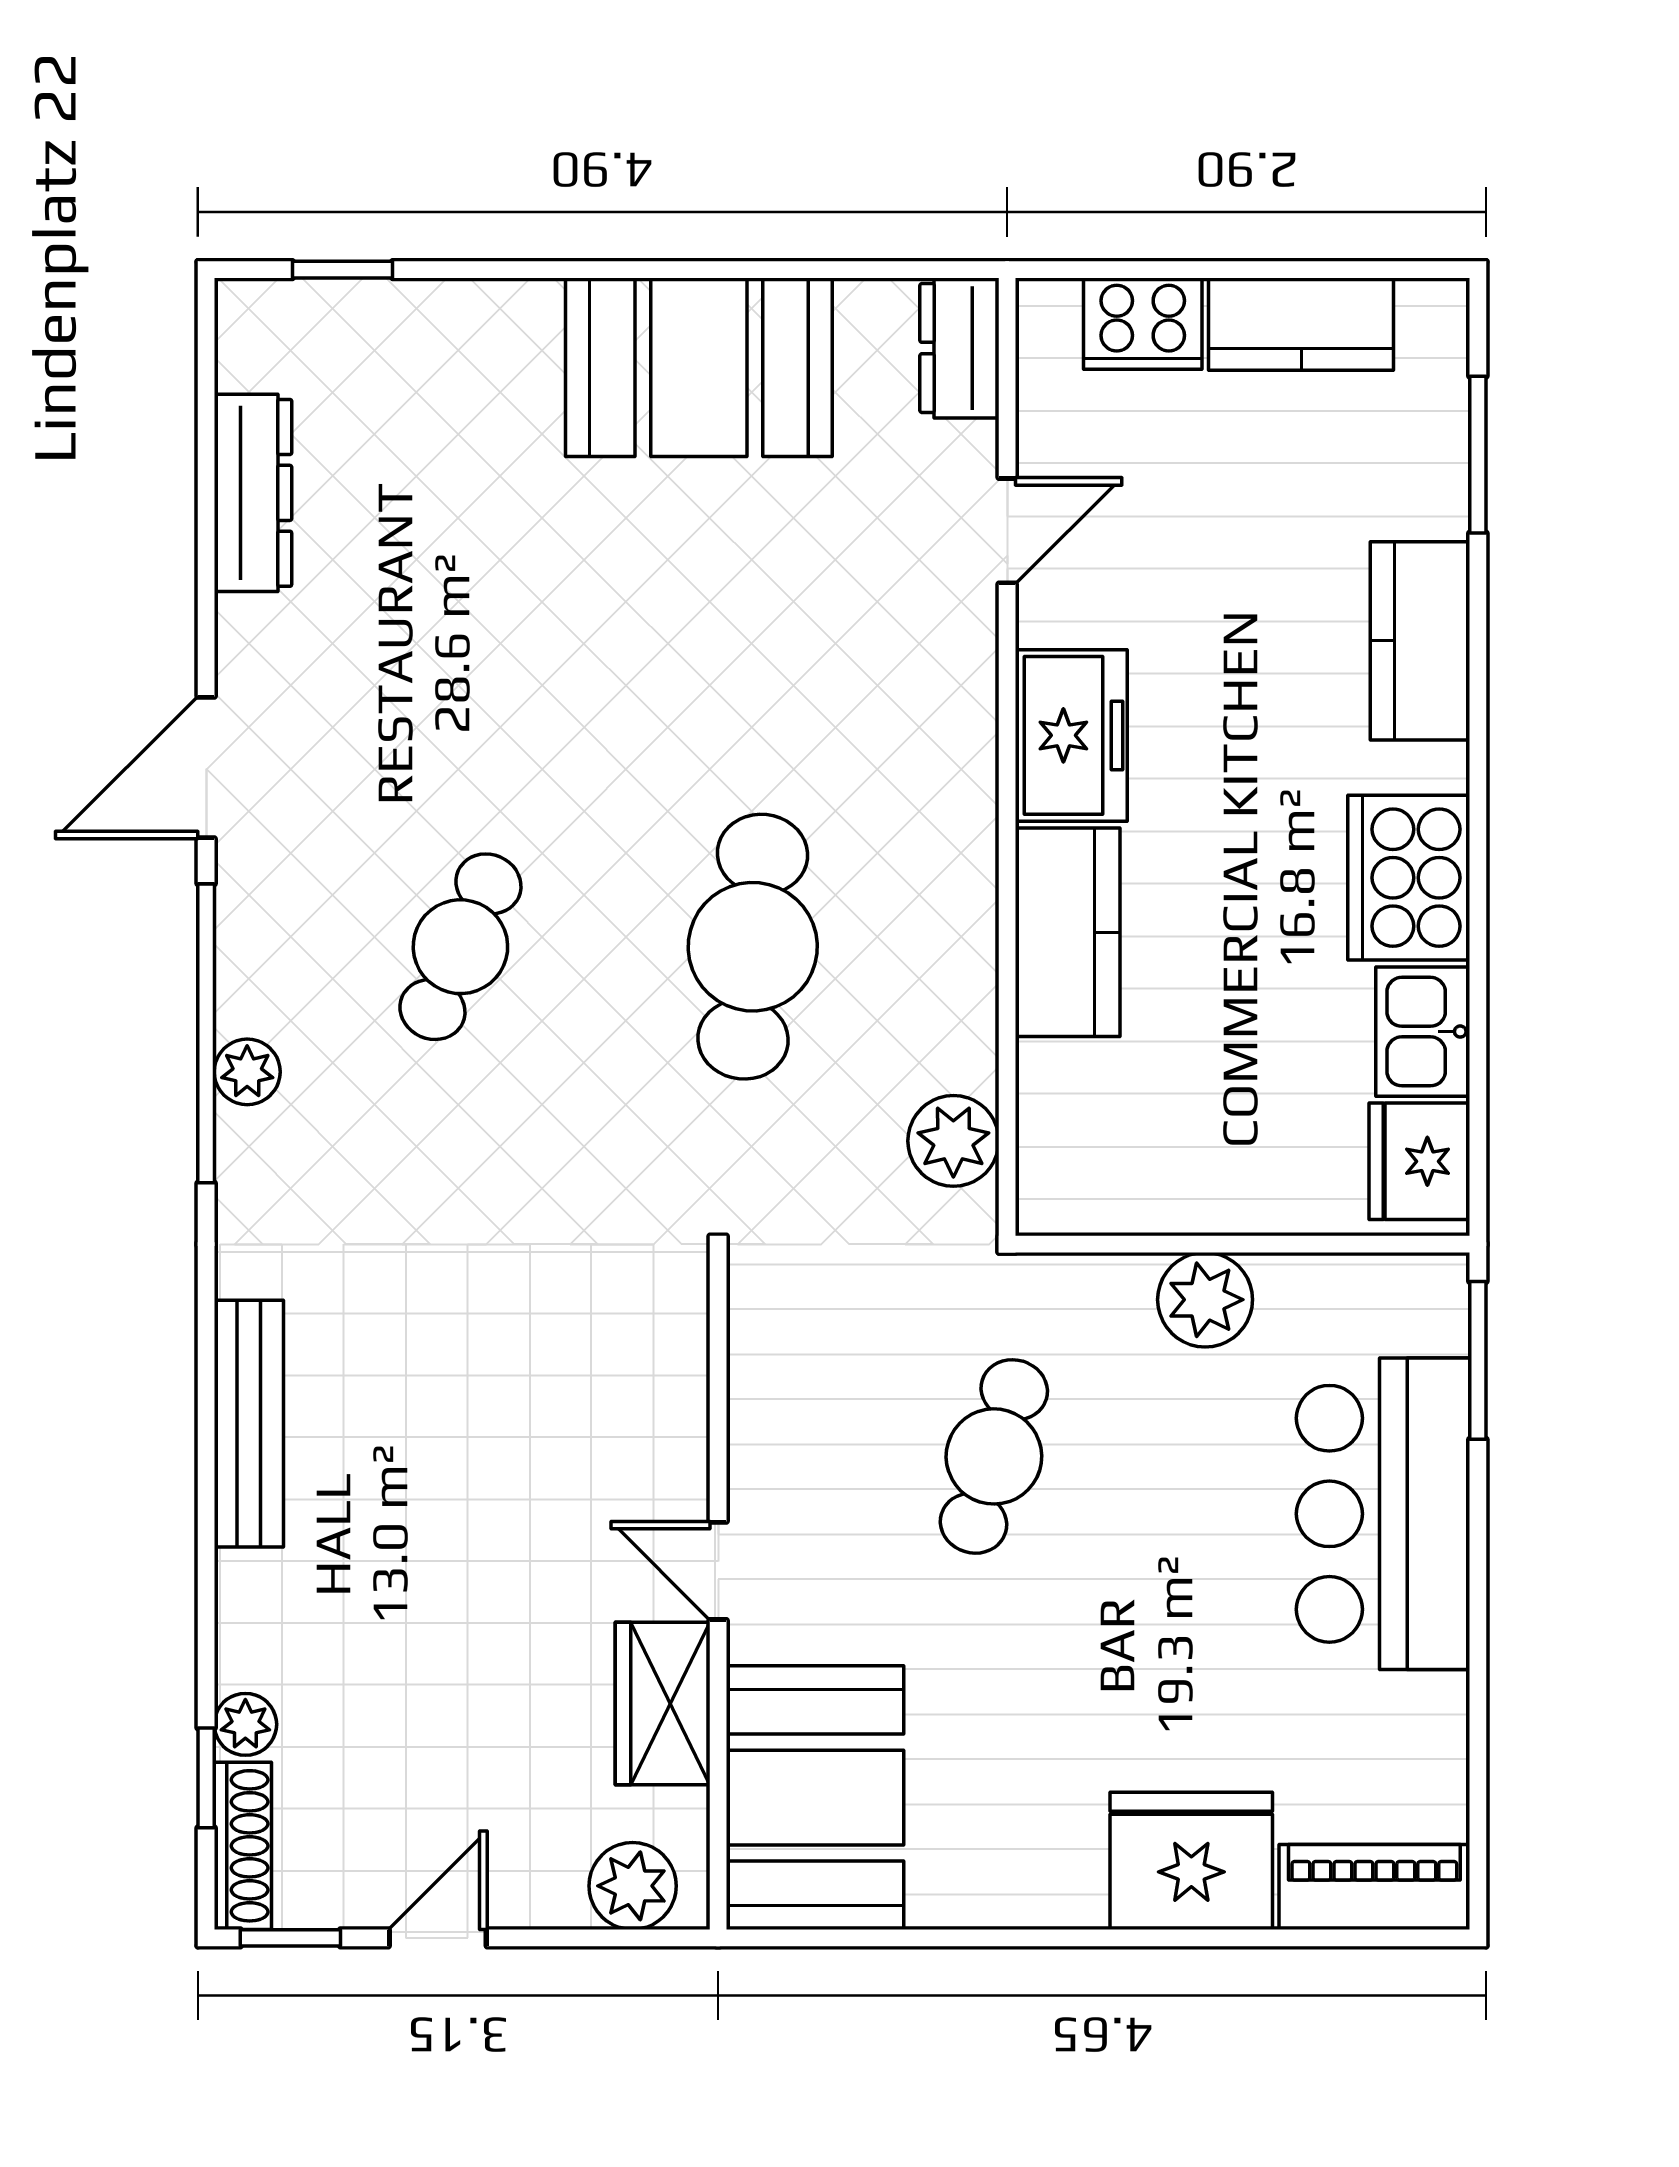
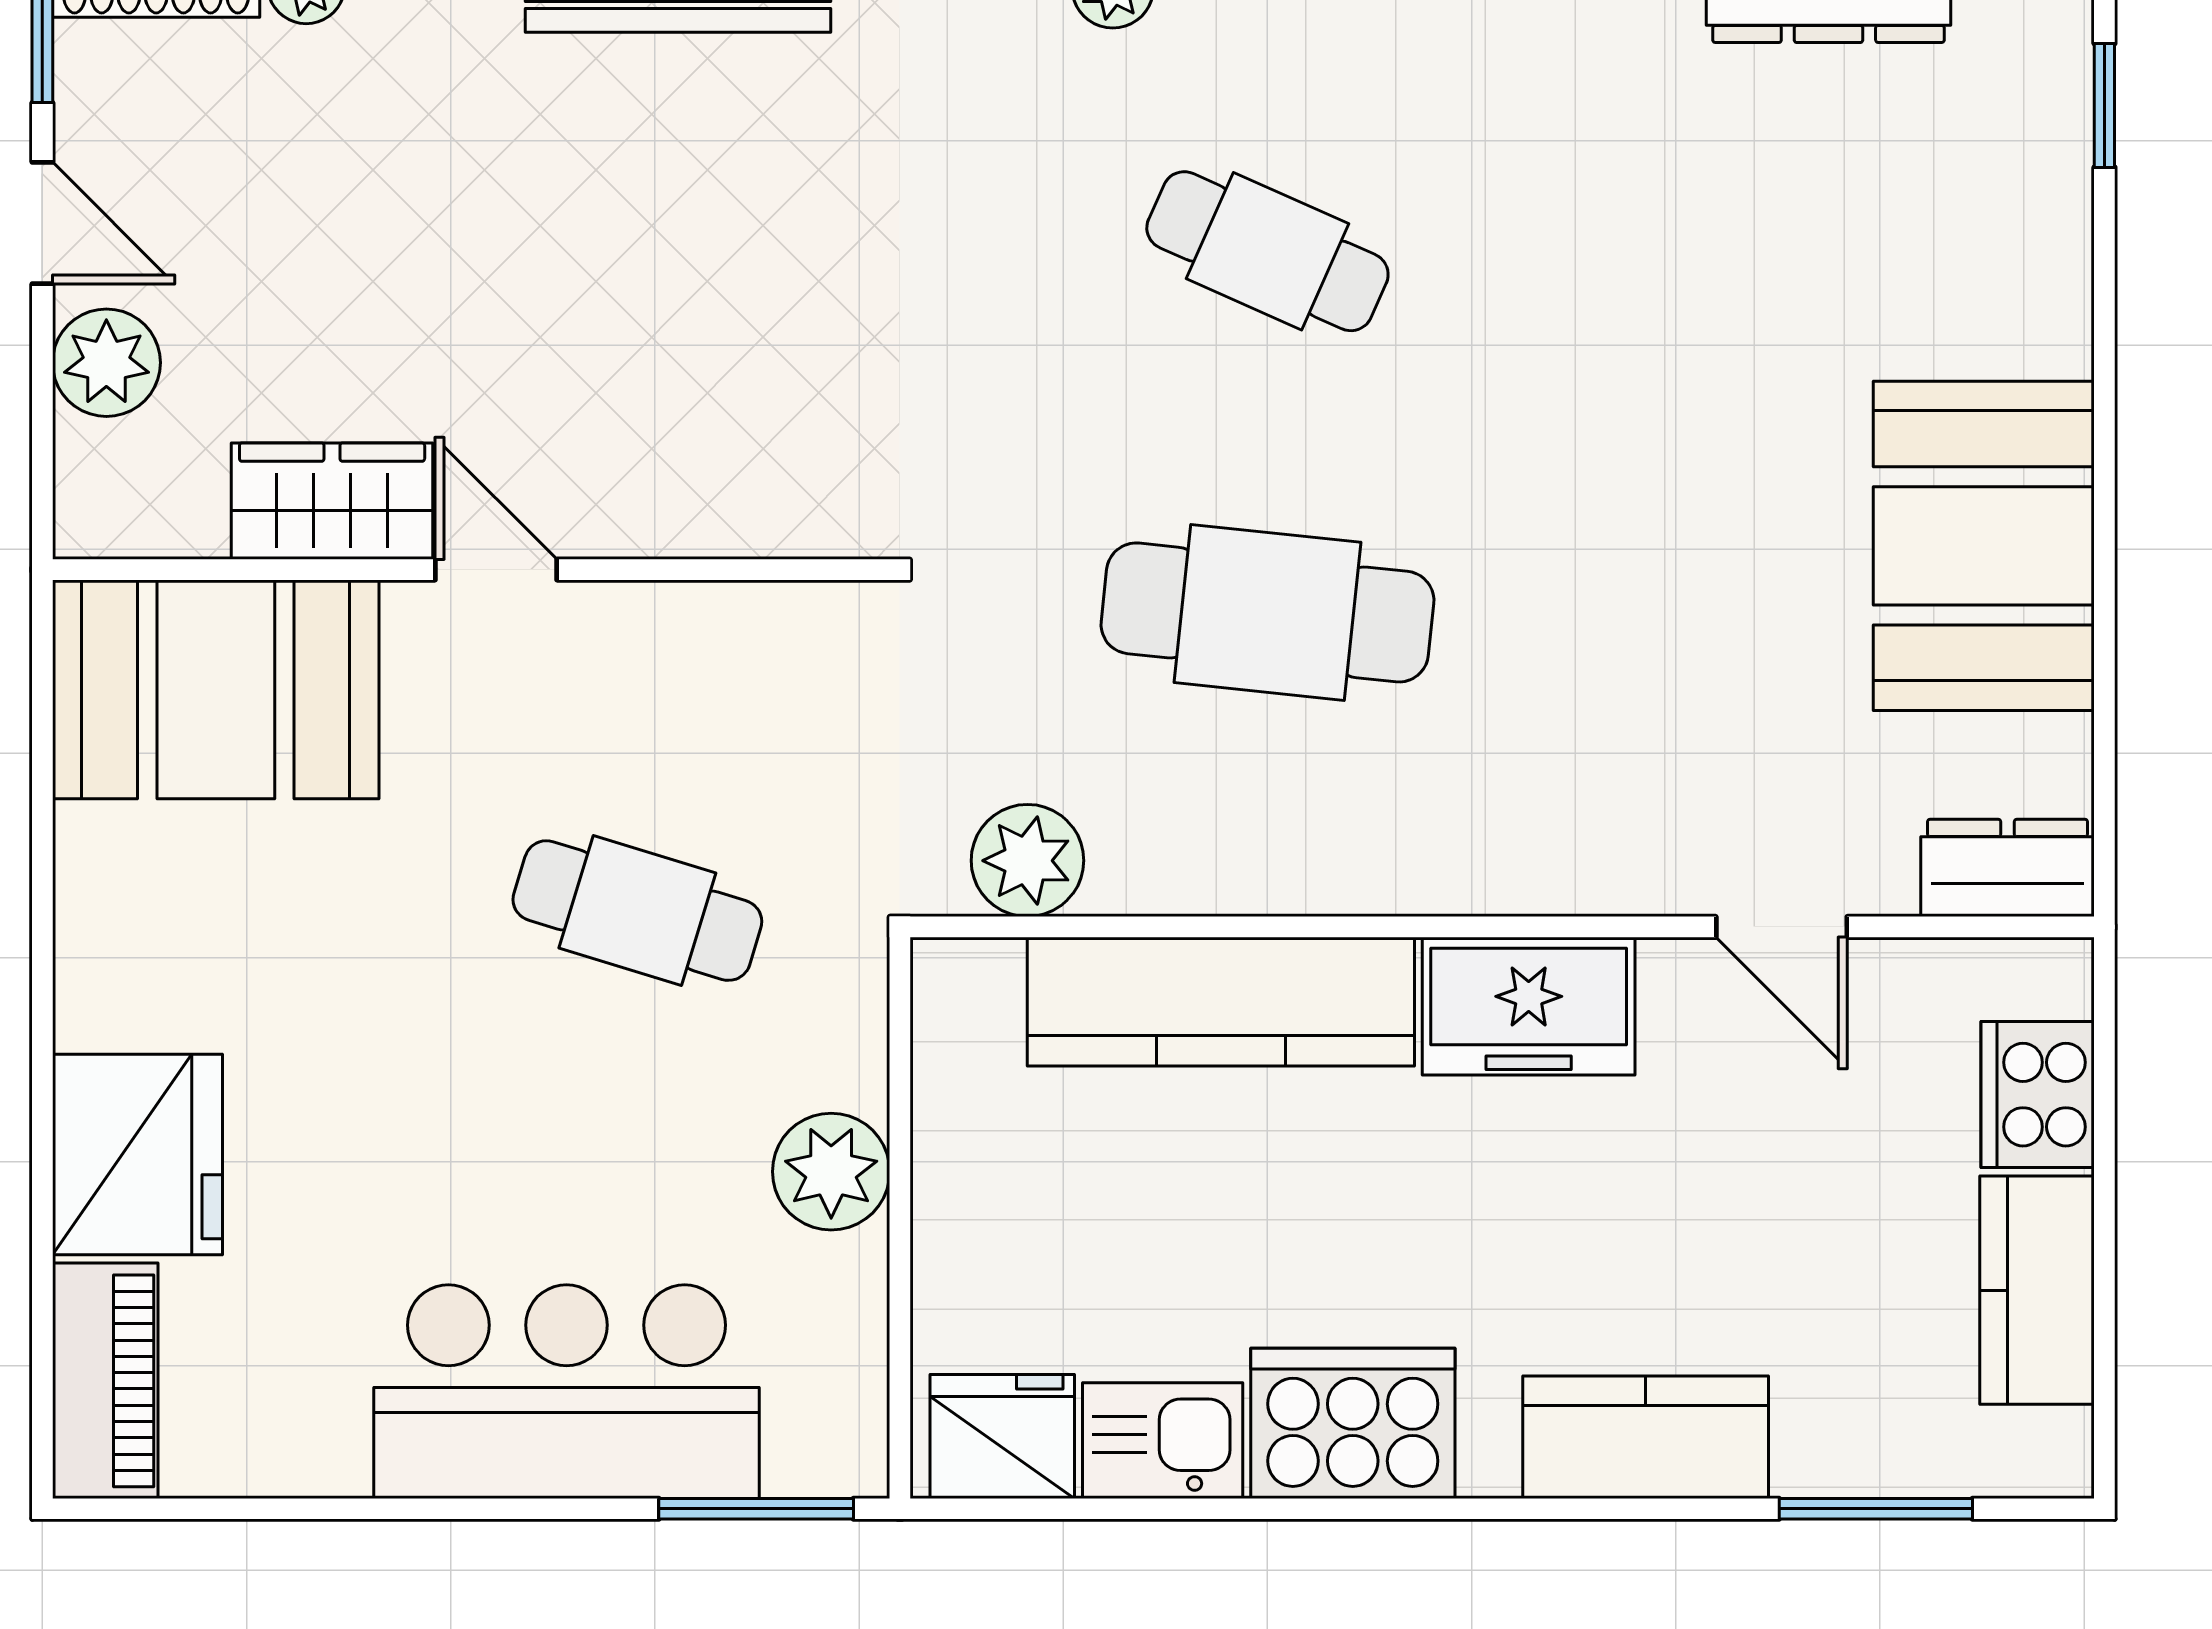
kitchen counter: (1068, 932) -> (1221, 1002), width x1.50
door: (718, 1571) -> (496, 570), hinge flipped
plant: (633, 1886) -> (106, 363), moved

